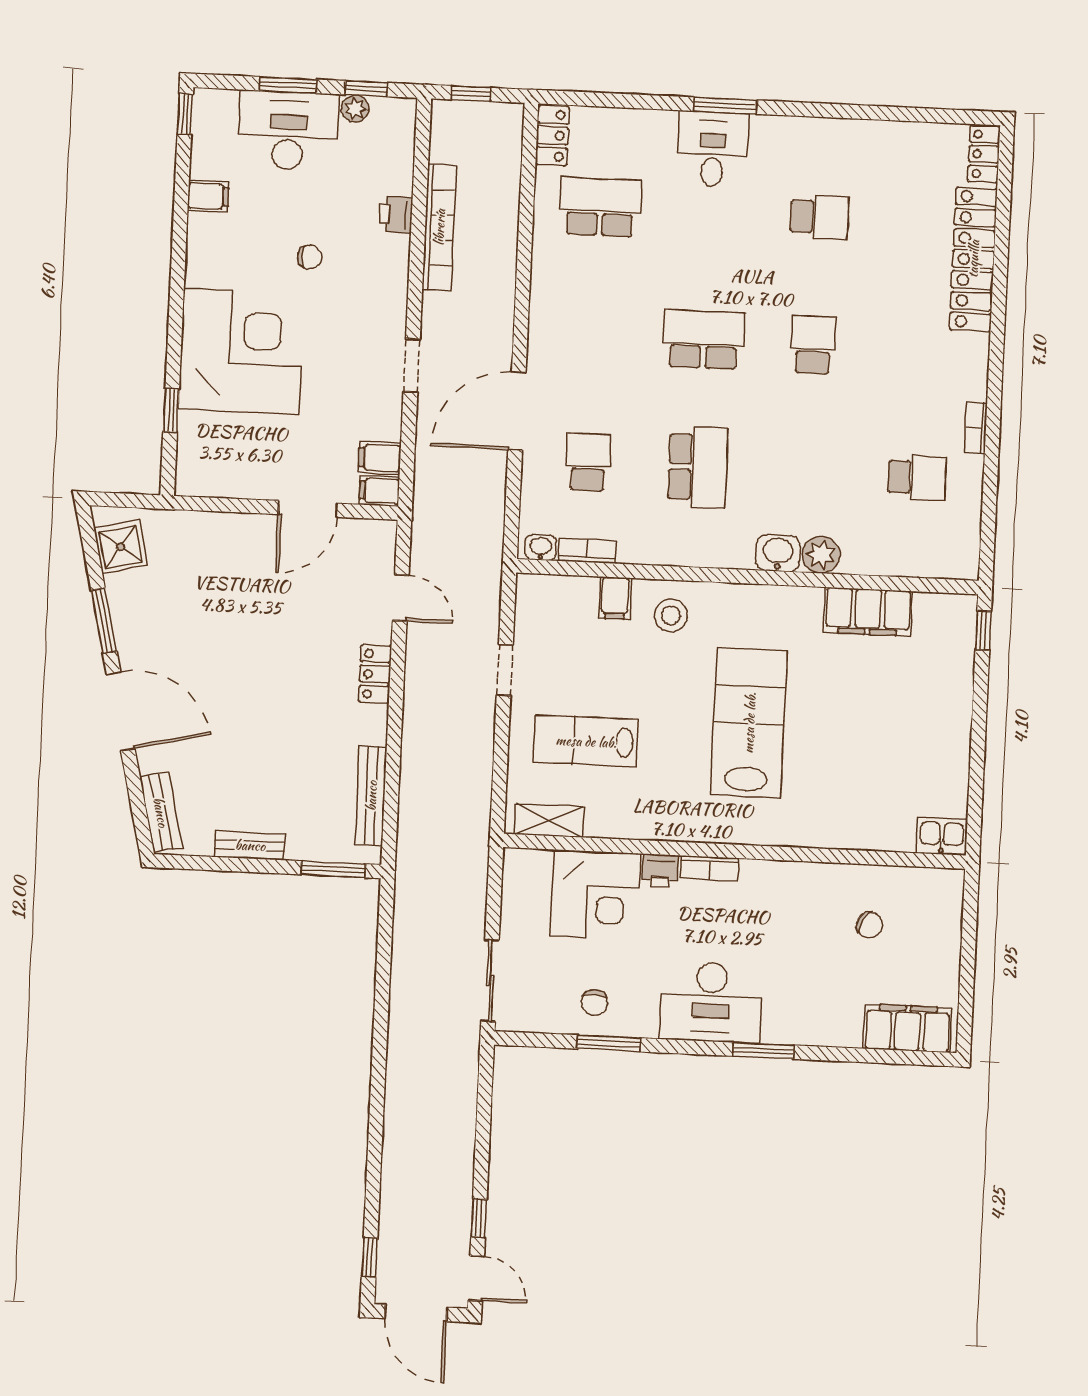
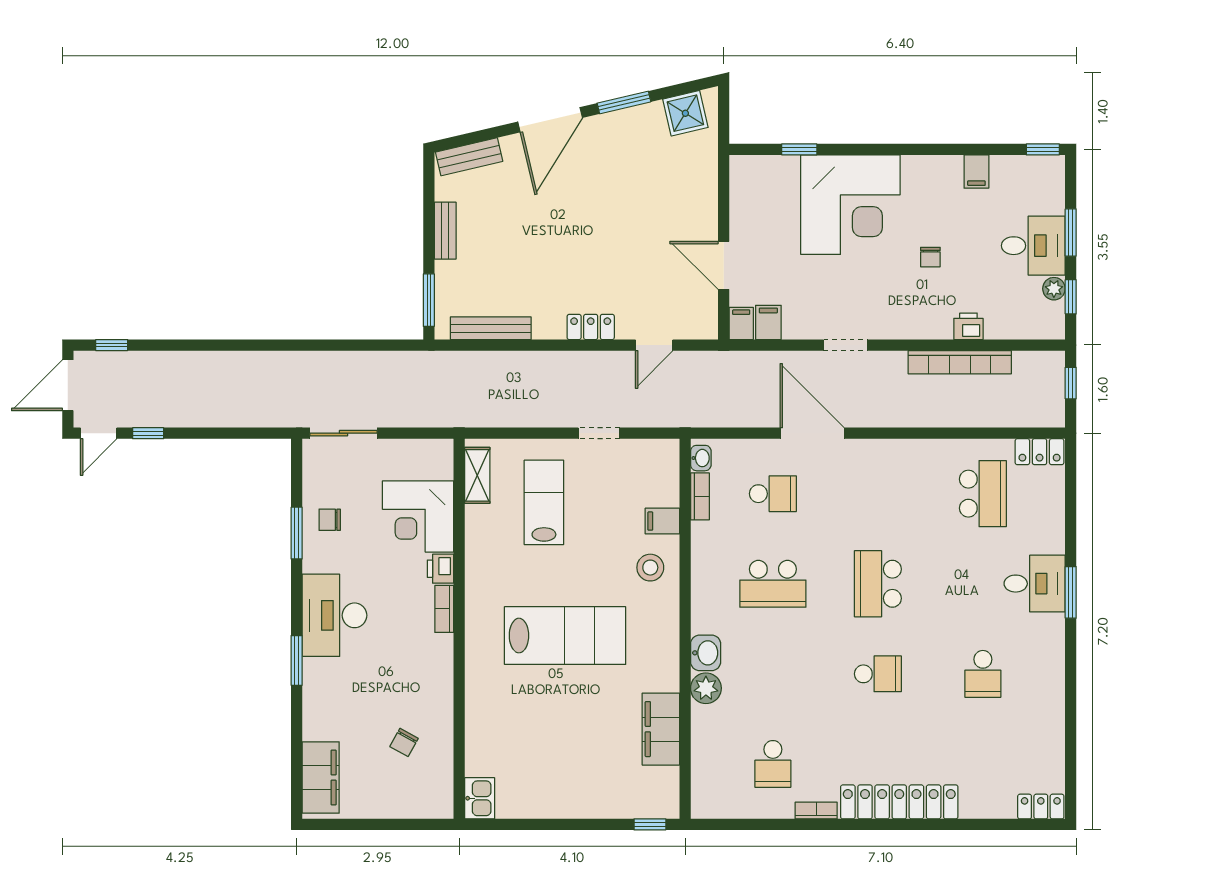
desk: (288, 131) -> (1033, 246), width x0.73
locker: (973, 259) -> (899, 802), moved
school desk: (704, 340) -> (878, 584), turned 180

